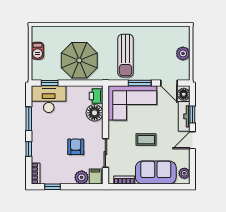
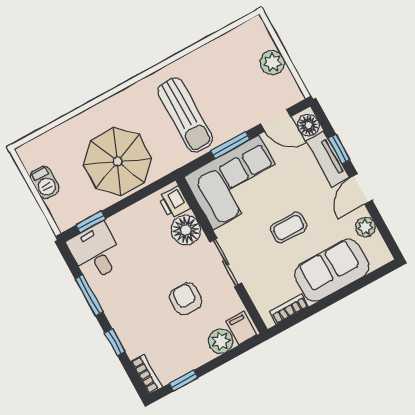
desk: (49, 99) -> (96, 252), width x0.73
sliding door: (105, 153) -> (226, 262), moved
plant: (184, 173) -> (365, 227), moved

